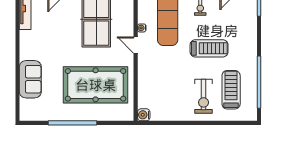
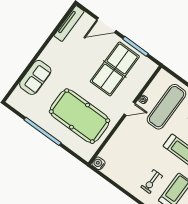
door: (136, 45) -> (130, 109), swing flipped
exercise bike: (204, 96) -> (152, 182), width x0.73, depth x0.72

